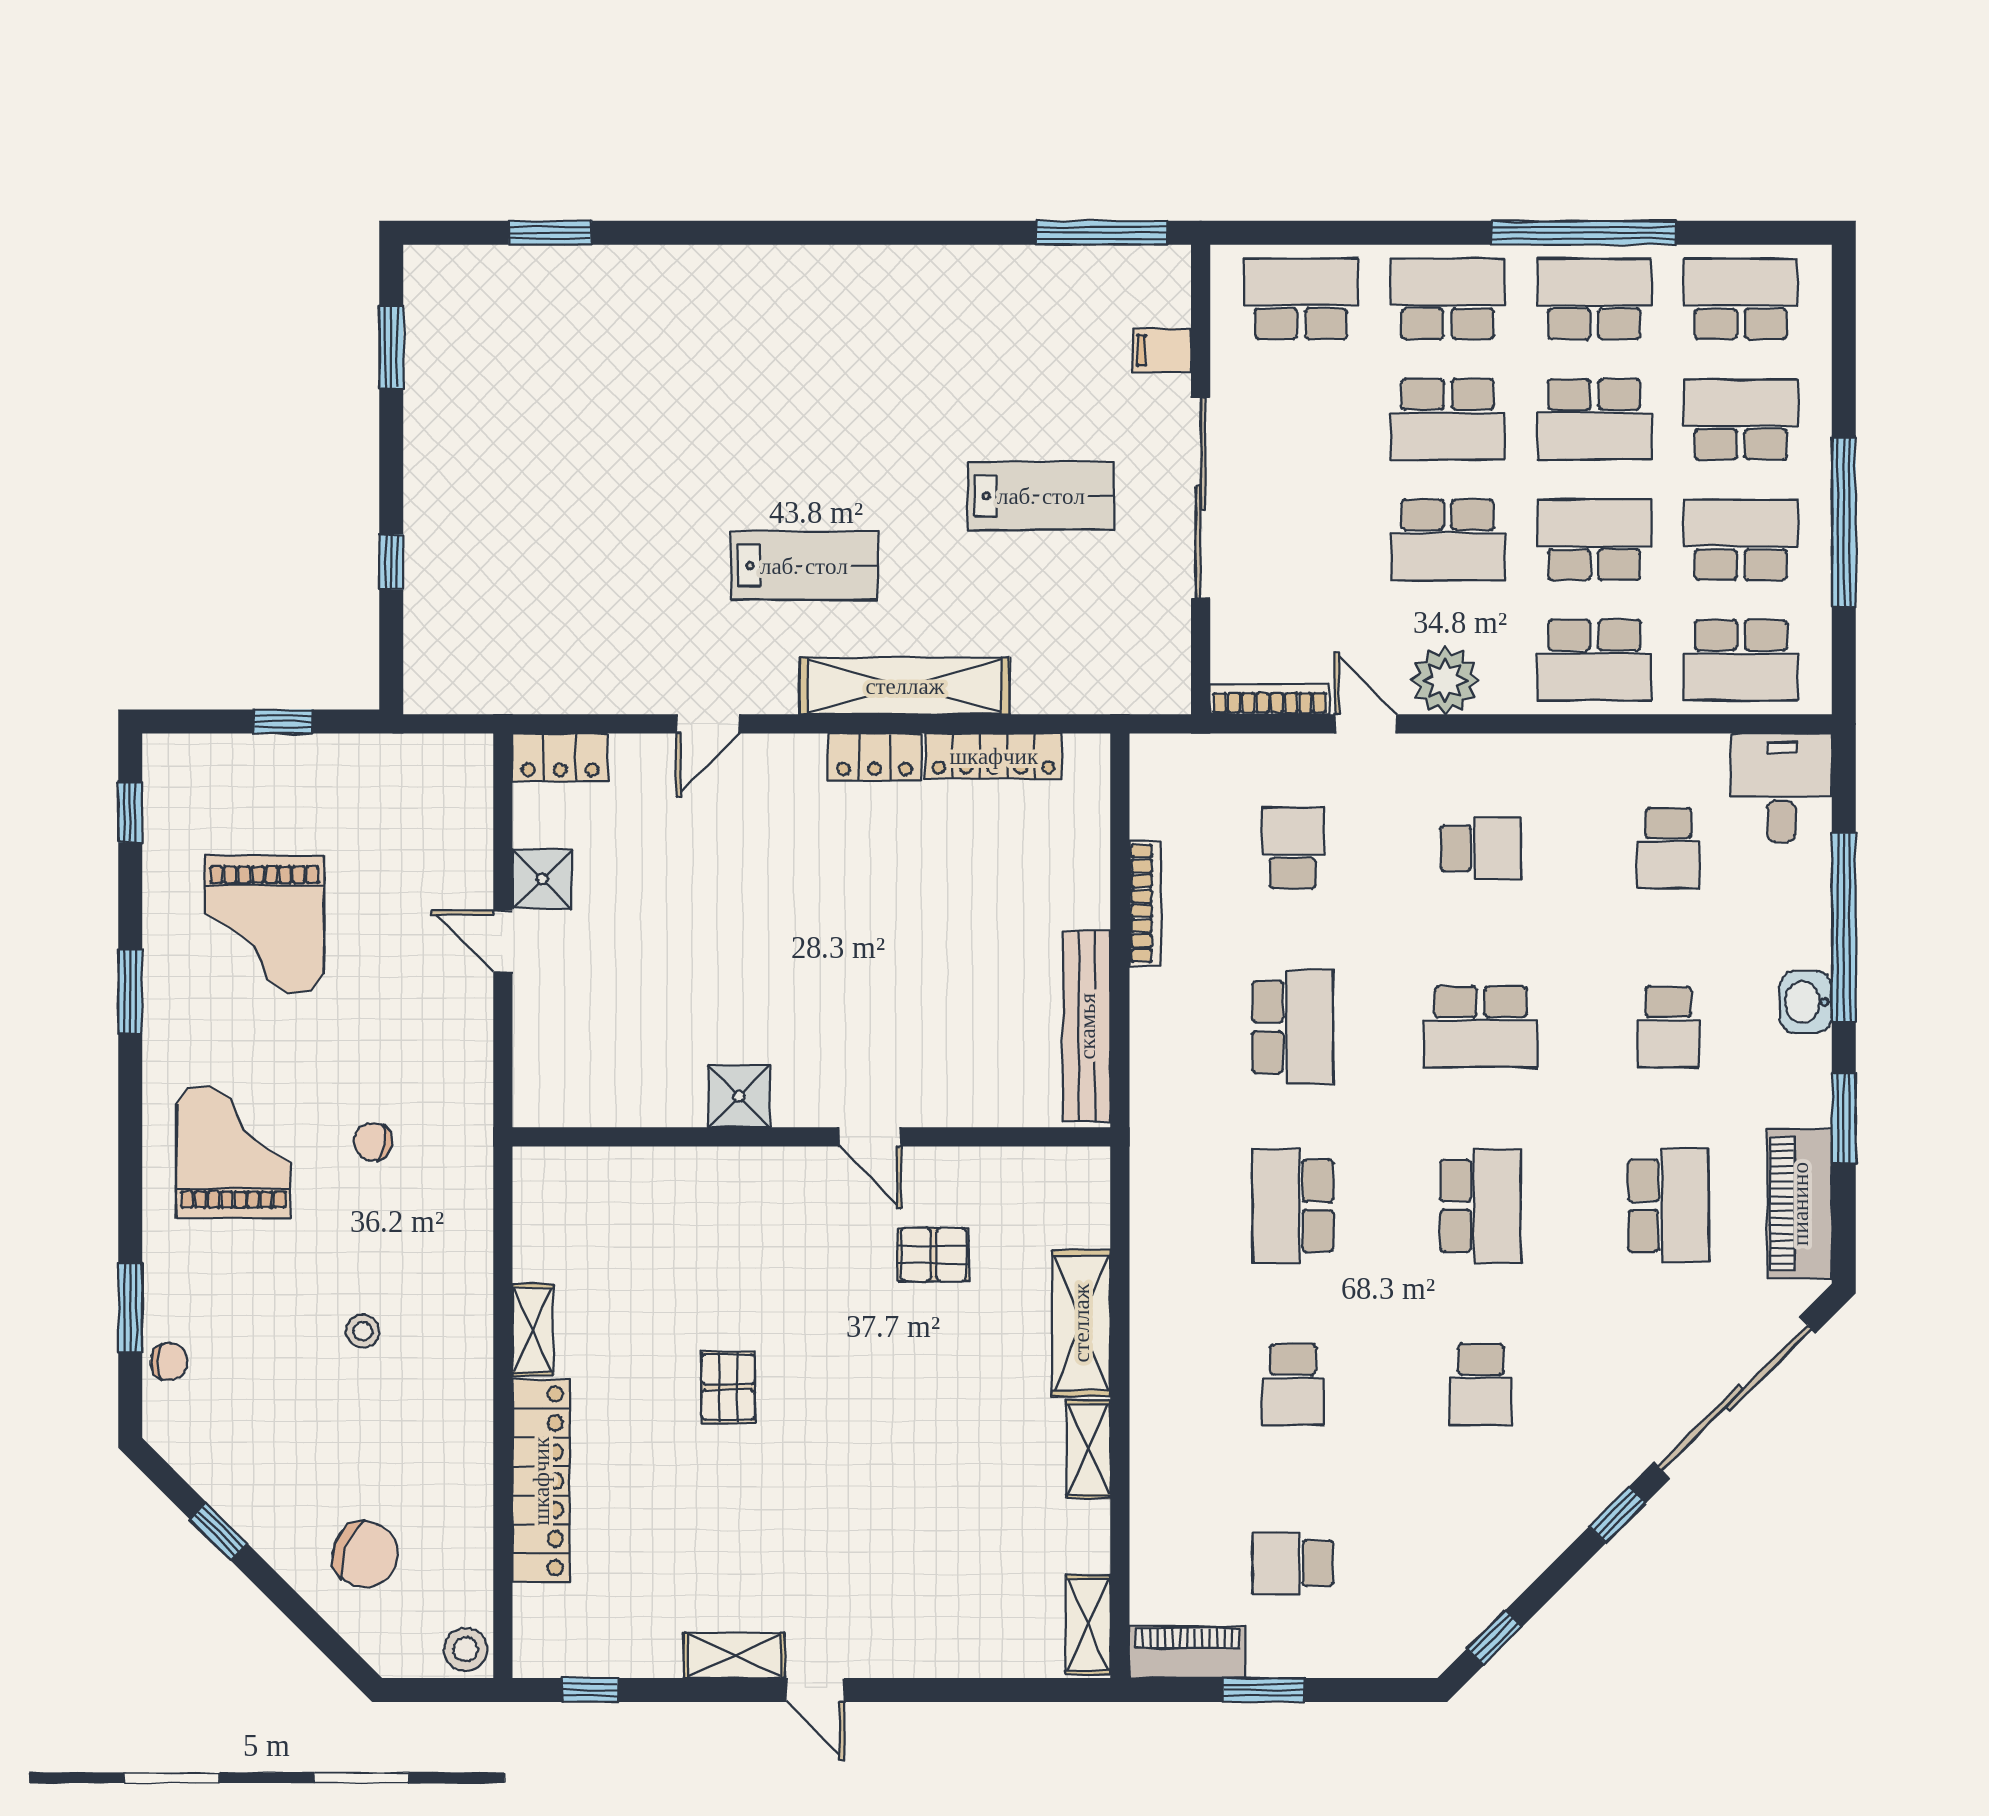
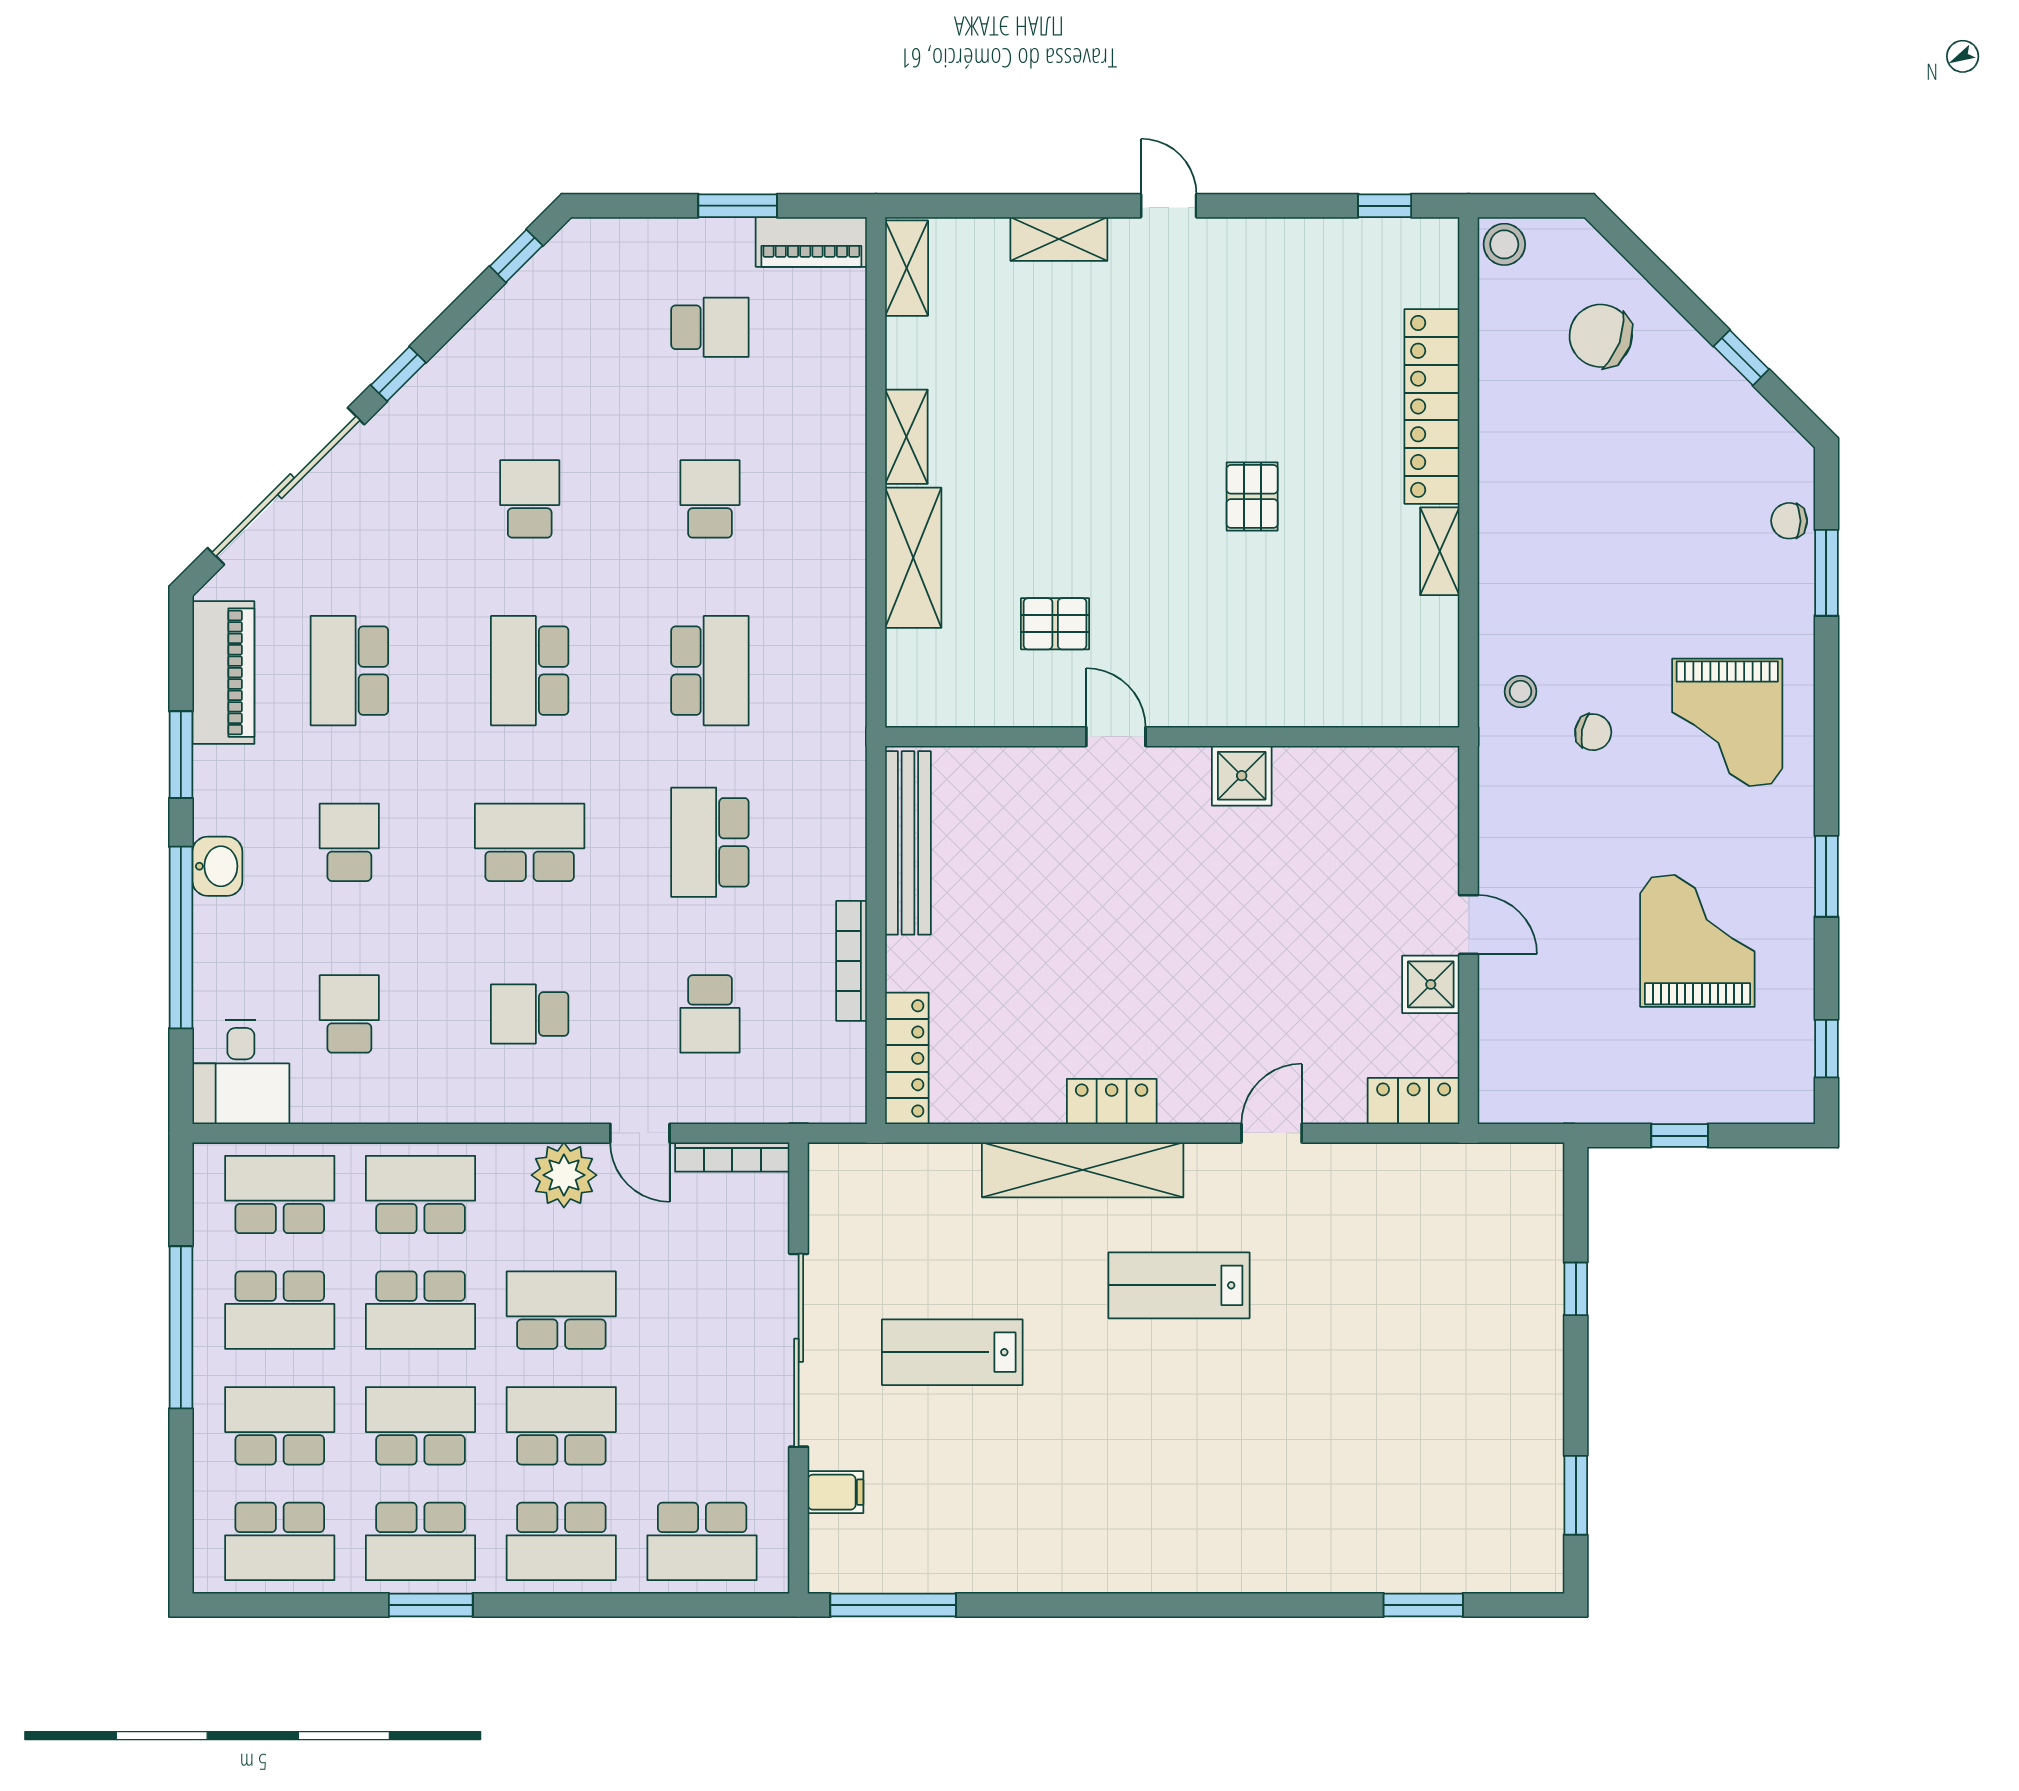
window: (1584, 233) -> (431, 1605), width x0.47
school desk: (1741, 419) -> (280, 1426), turned 180
locker: (994, 756) -> (907, 1058), moved, turned 90
stool: (363, 1331) -> (1521, 691), moved
shelving: (734, 1655) -> (1059, 239), moved

